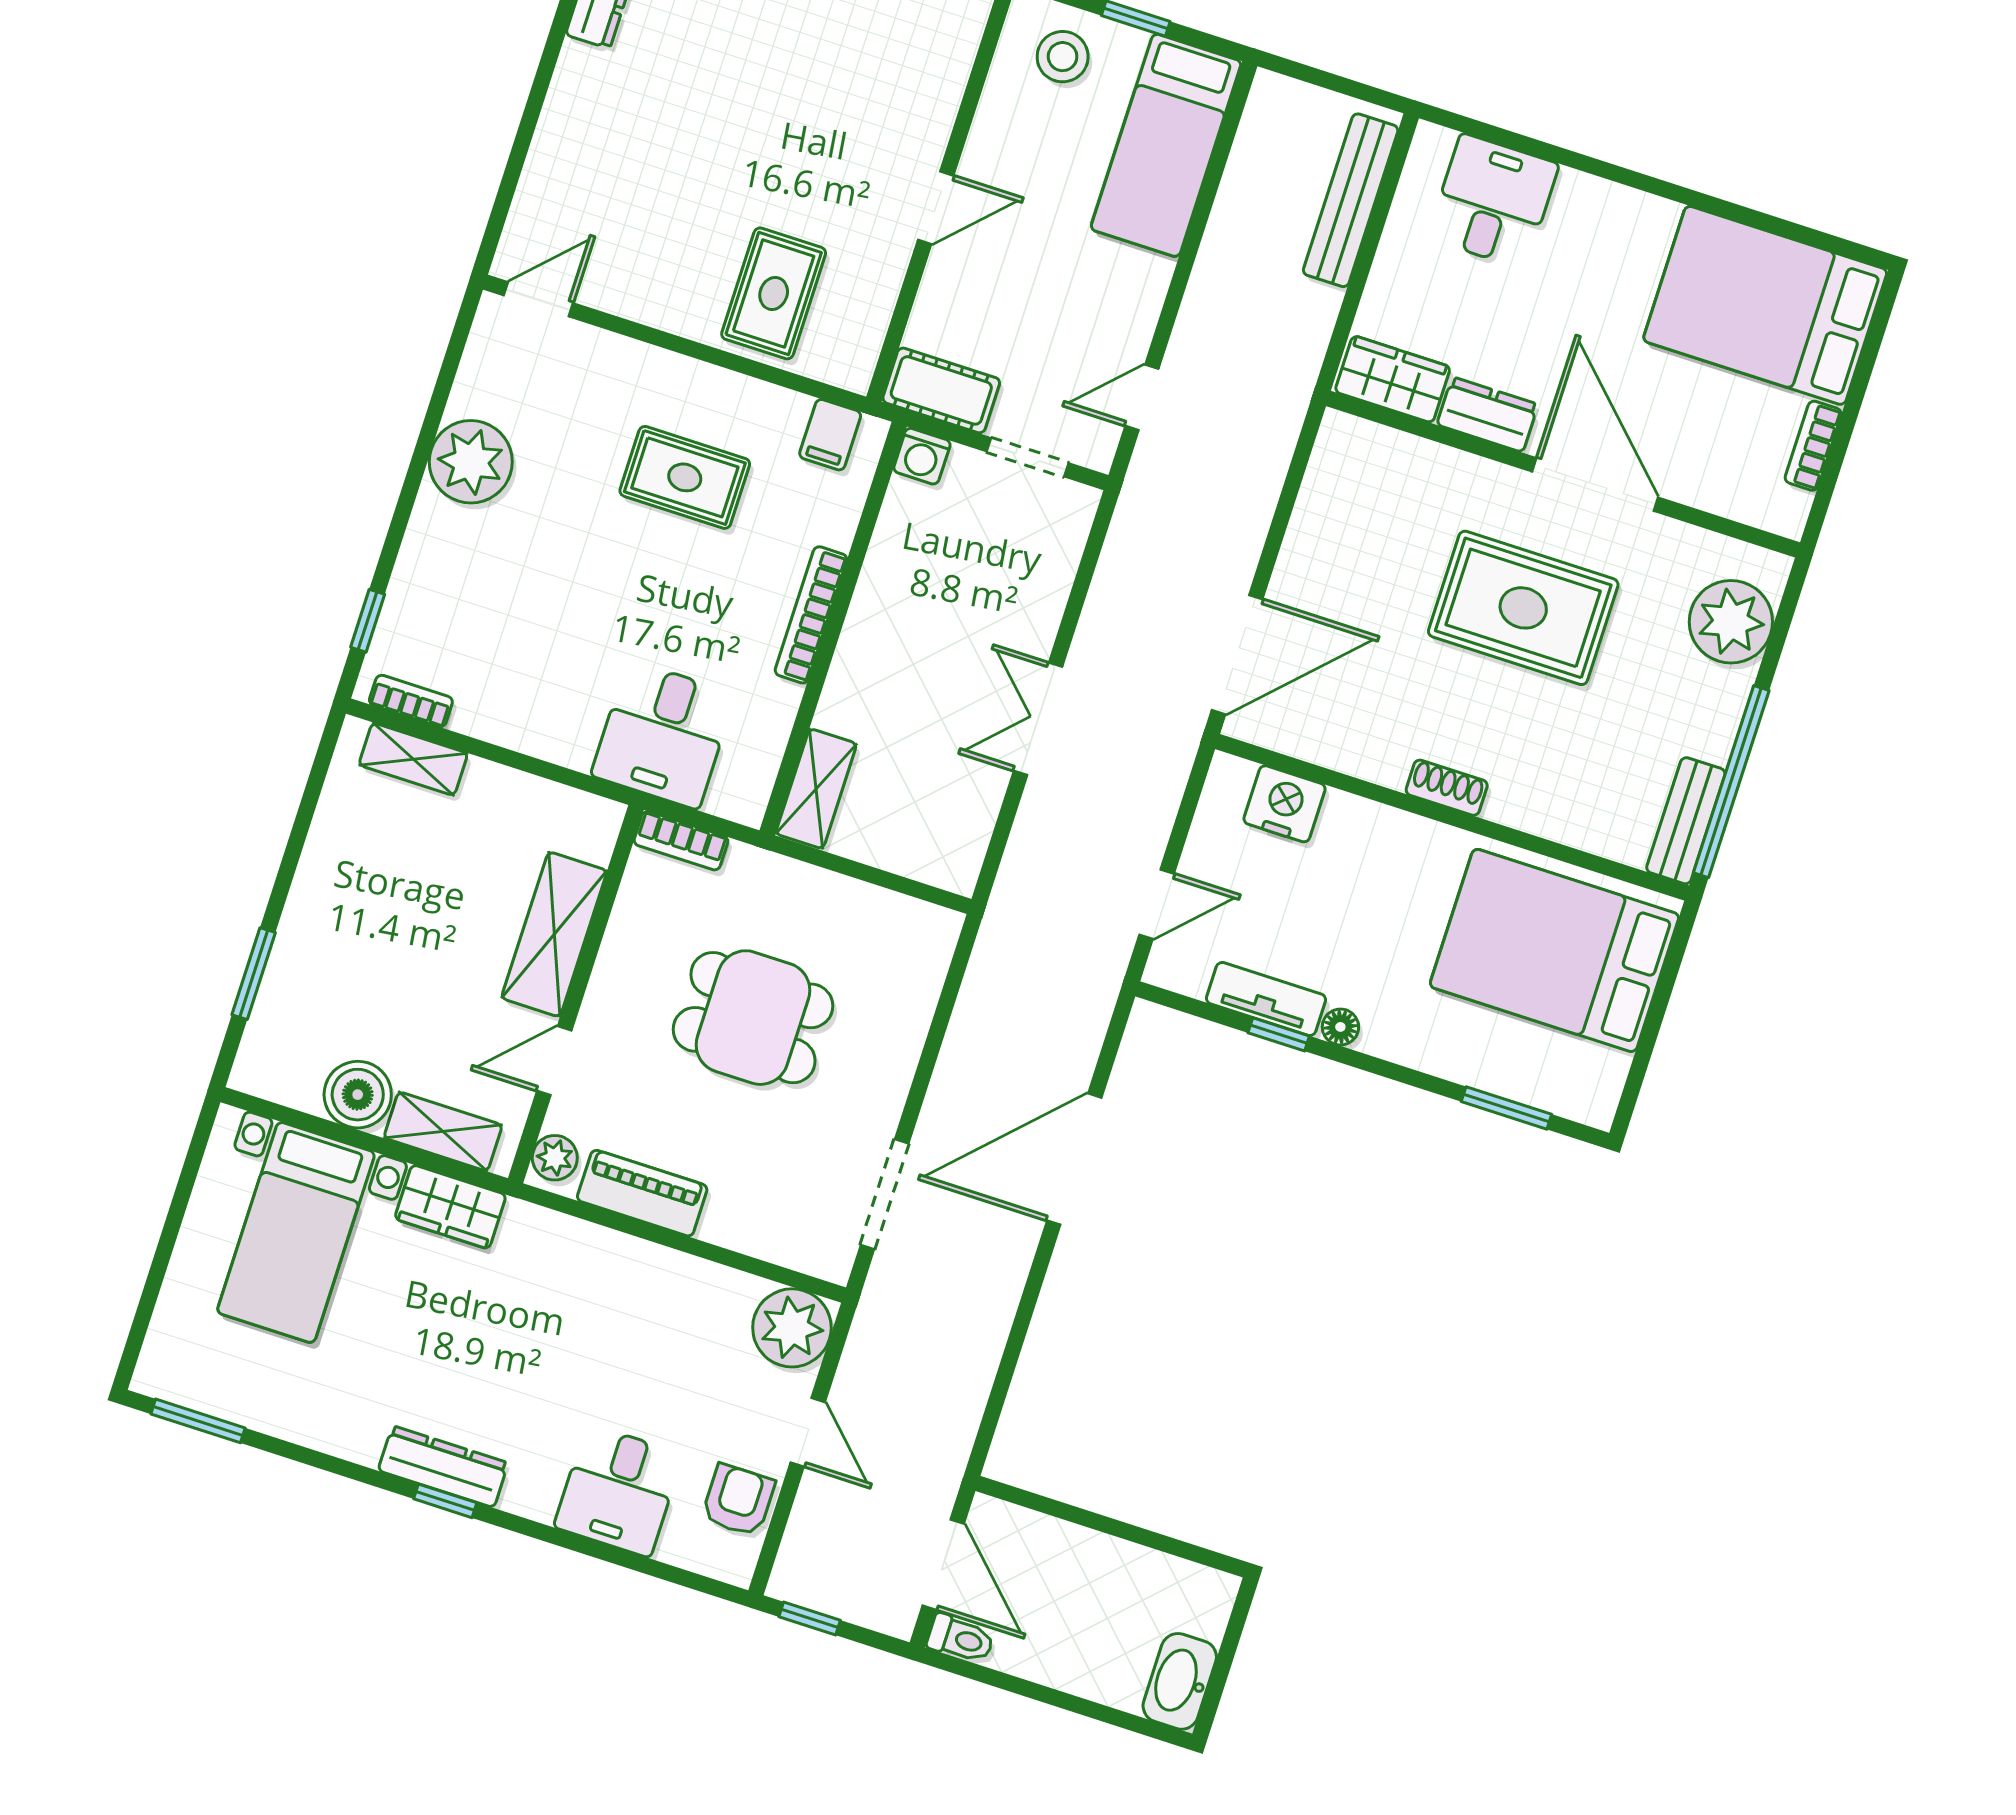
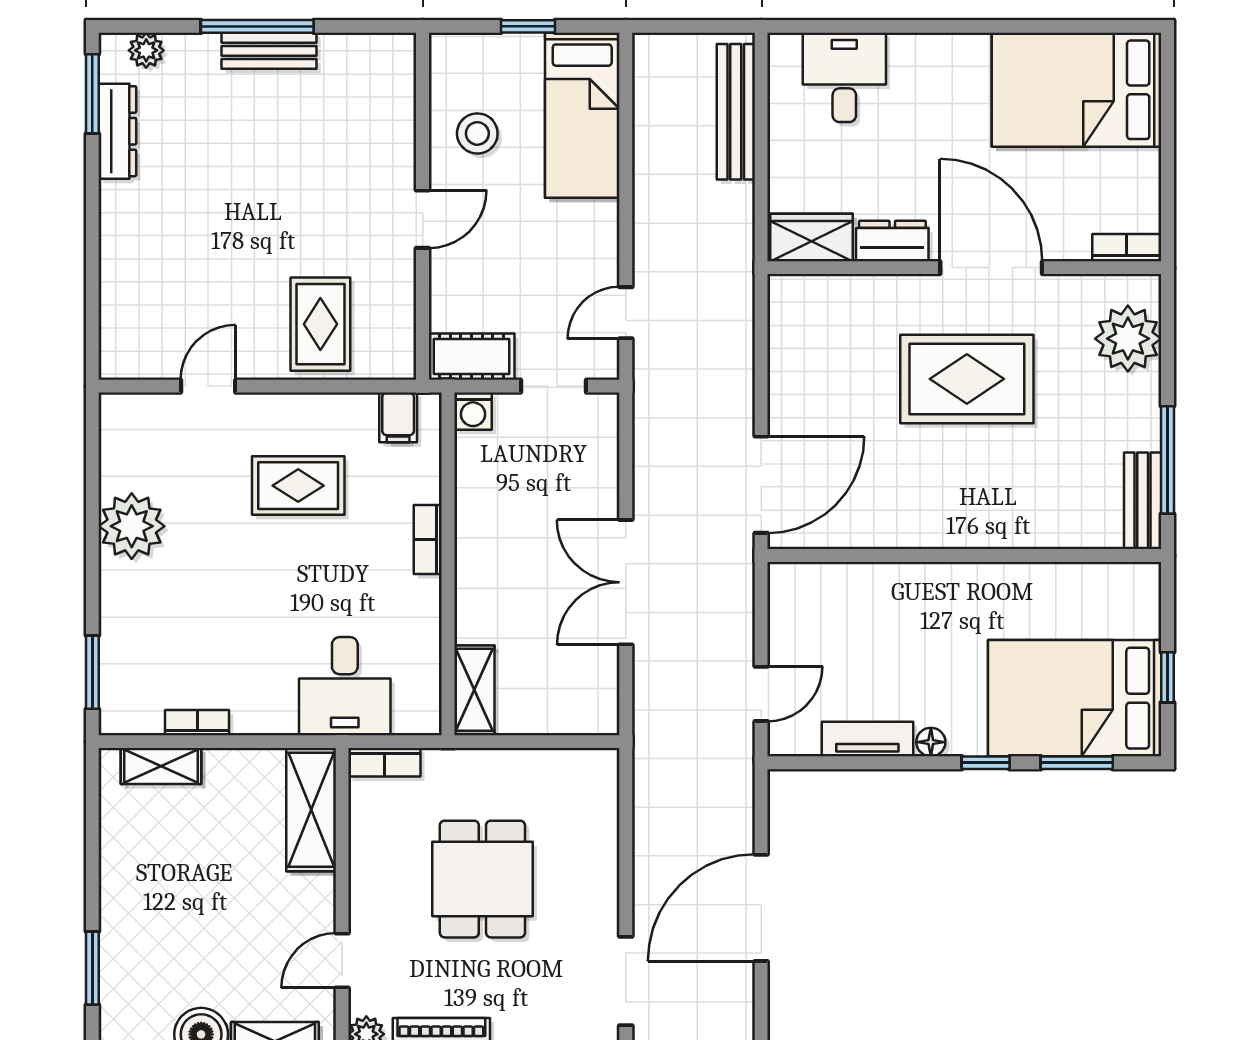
stool: (1063, 57) -> (477, 133), moved
door: (538, 299) -> (208, 386), moved
bookcase: (1813, 446) -> (1127, 248), moved, turned 90
bookcase: (811, 615) -> (428, 539), width x0.64
window: (368, 621) -> (92, 672), width x1.50
bookcase: (411, 701) -> (197, 723), moved
double door: (1038, 719) -> (626, 582), width x1.37
window: (1731, 782) -> (1167, 460), width x0.68
shoe rack: (1447, 788) -> (953, 534), removed
nightstand: (1284, 804) -> (834, 586), removed
shelving: (554, 934) -> (311, 810), moved
bed: (1554, 950) -> (1075, 698), moved
dining table: (753, 1018) -> (482, 879), turned 90
window: (1279, 1034) -> (986, 763), moved
window: (1647, 1041) -> (1167, 677), added

